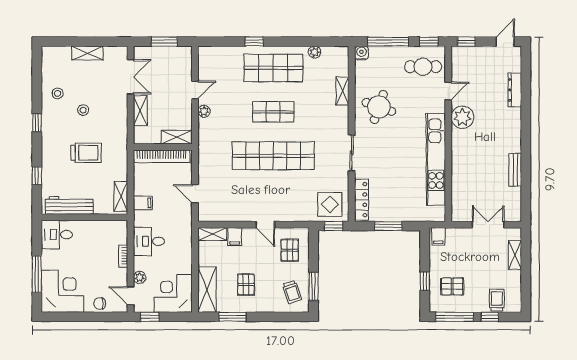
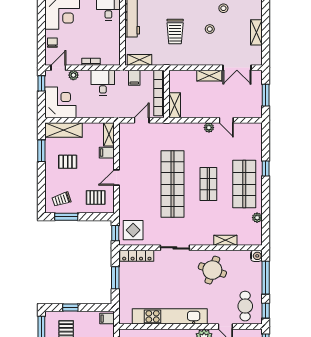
shelving: (177, 137) -> (175, 105), moved
wall: (163, 147) -> (167, 94), moved
bookcase: (162, 156) -> (159, 93), moved

